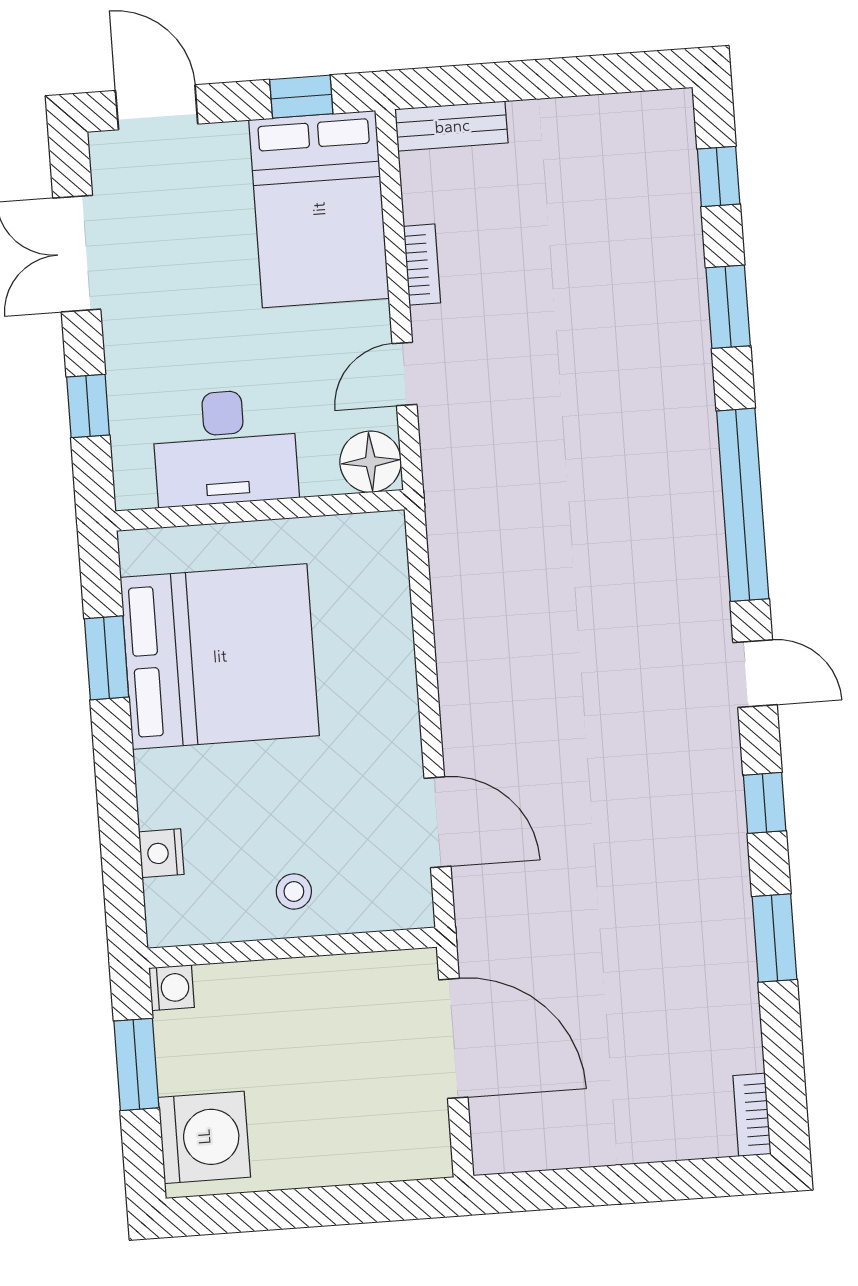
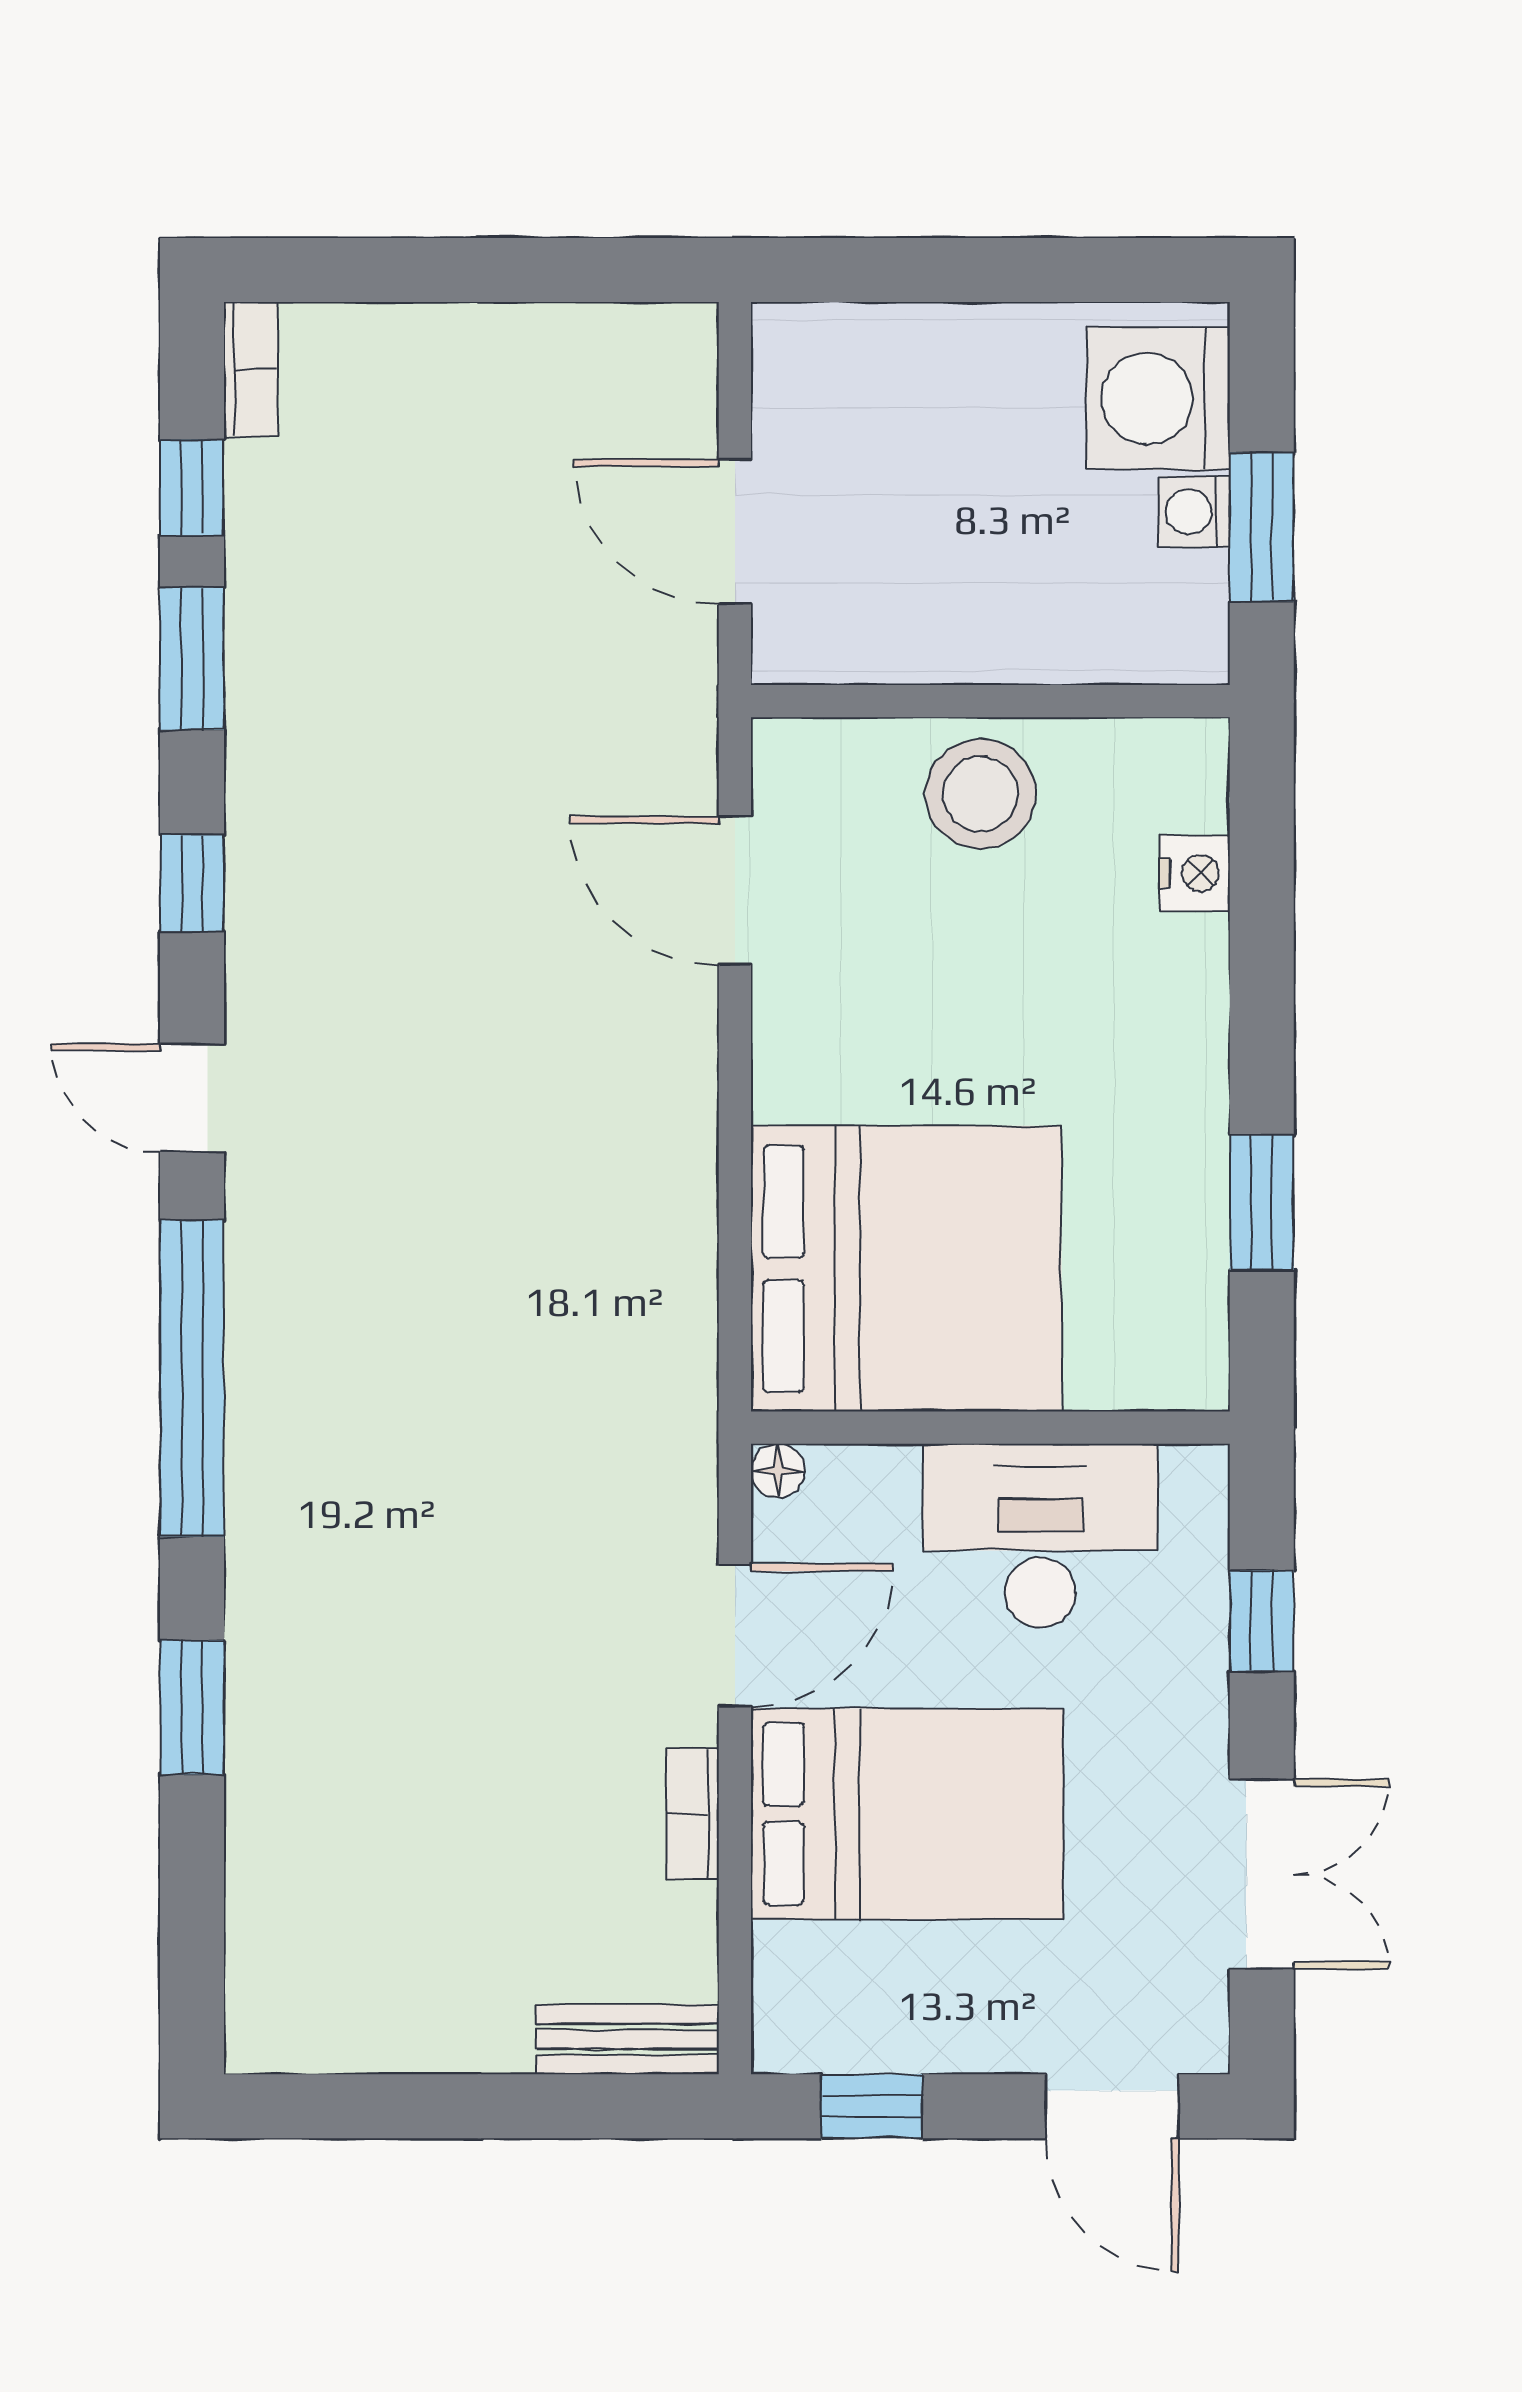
window: (719, 177) -> (192, 488), moved
bed: (319, 209) -> (907, 1814), moved, turned 90
door: (405, 374) -> (735, 1635), width x1.38
floor lamp: (371, 462) -> (778, 1471), width x0.53, depth x0.53
bed: (220, 656) -> (906, 1269), moved, turned 180
stool: (294, 891) -> (981, 794), width x1.89, depth x1.89
washing machine: (172, 988) -> (1194, 512), moved
door: (453, 1038) -> (735, 532), width x0.73

